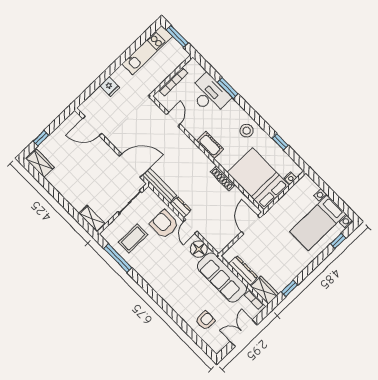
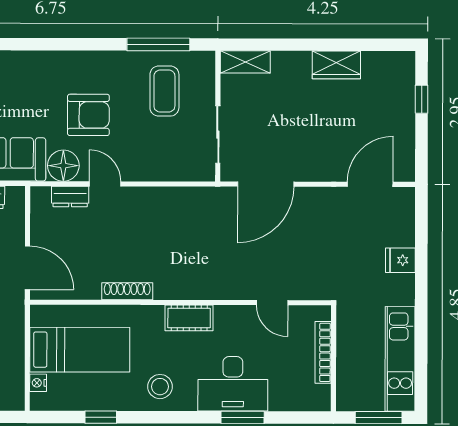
desk: (209, 95) -> (233, 384), moved
wardrobe: (40, 163) -> (336, 65), moved
bed: (258, 179) -> (80, 350), width x0.67
bench: (160, 186) -> (201, 197), removed
dresser: (181, 207) -> (70, 197), moved
armchair: (164, 224) -> (88, 115), moved

